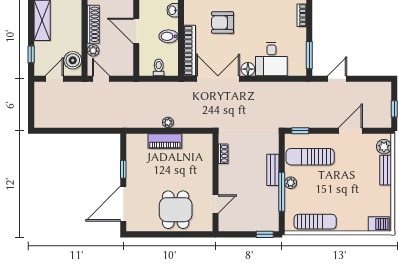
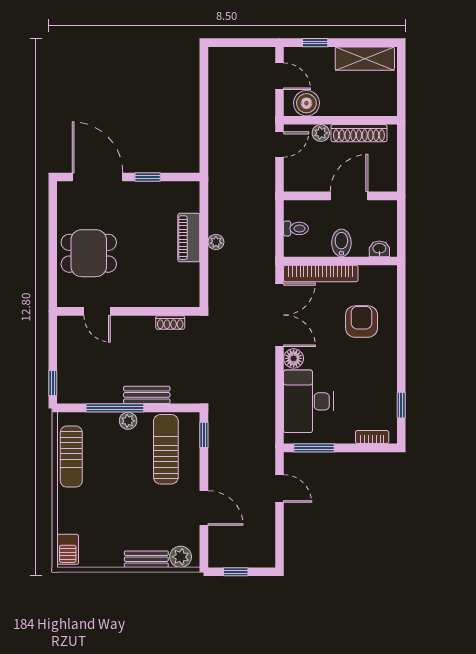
desk: (271, 59) -> (308, 401), width x1.37

